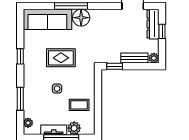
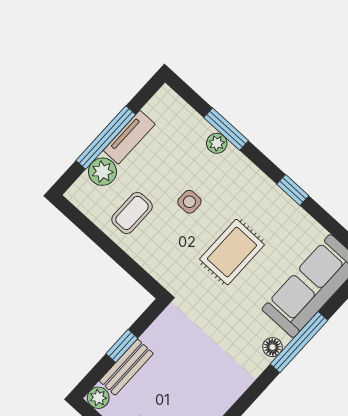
floor lamp: (81, 18) -> (272, 347), width x0.53, depth x0.53
window: (115, 66) -> (122, 346), moved
plant: (28, 123) -> (217, 143), moved

